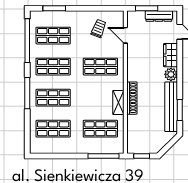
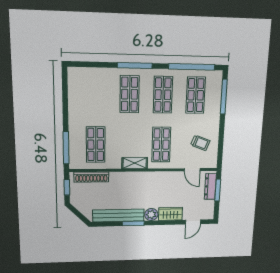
window: (54, 8) -> (224, 97), width x1.44
dresser: (159, 16) -> (210, 186), moved
door: (125, 35) -> (192, 170), swing flipped
shoe rack: (132, 98) -> (91, 177), moved
shelving: (118, 103) -> (135, 163), moved
window: (180, 110) -> (133, 223), moved
shop shelf: (53, 129) -> (95, 94), removed

